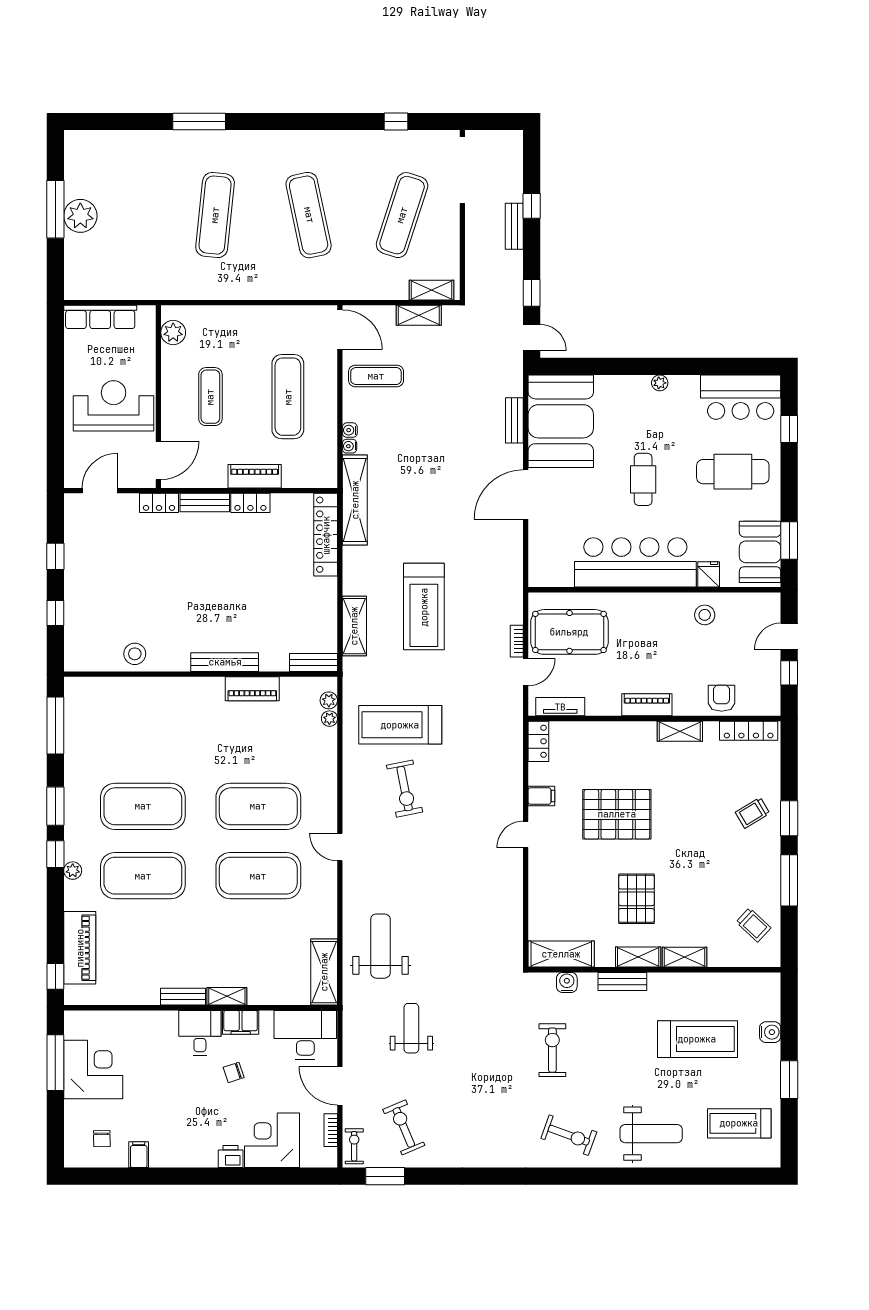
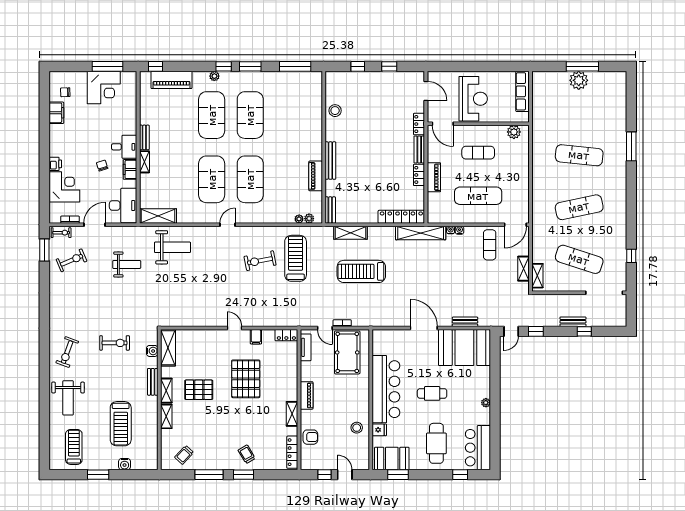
filing cabinet: (139, 1155) -> (56, 113), width x2.00

